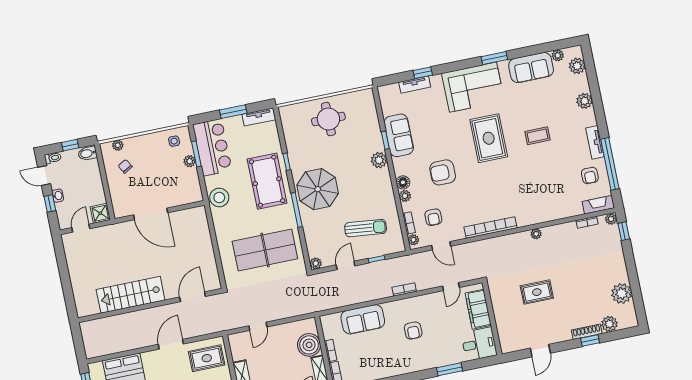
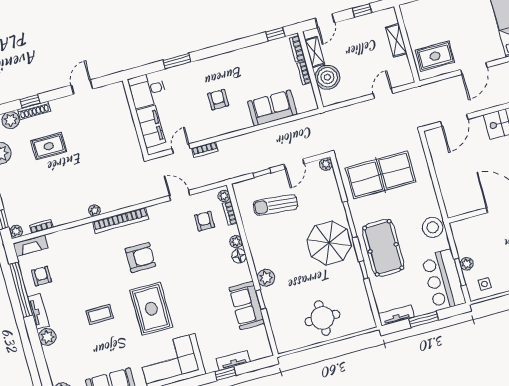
plant: (585, 101) -> (47, 337), moved
armchair: (443, 172) -> (140, 258), moved
bookcase: (490, 227) -> (121, 220), moved
door: (441, 246) -> (180, 195), moved
bookcase: (404, 289) -> (205, 150), moved
rug: (537, 292) -> (49, 146), moved

